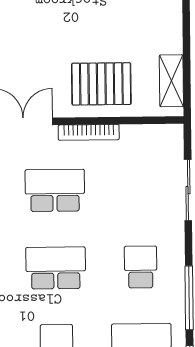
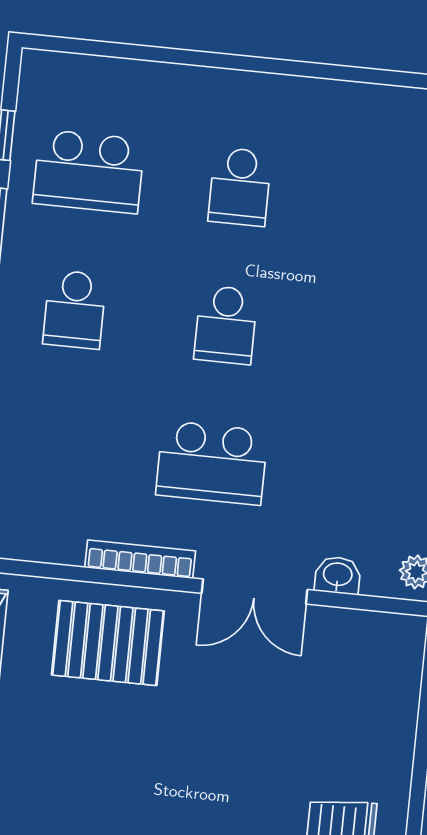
school desk: (56, 268) -> (226, 325), width x0.54

